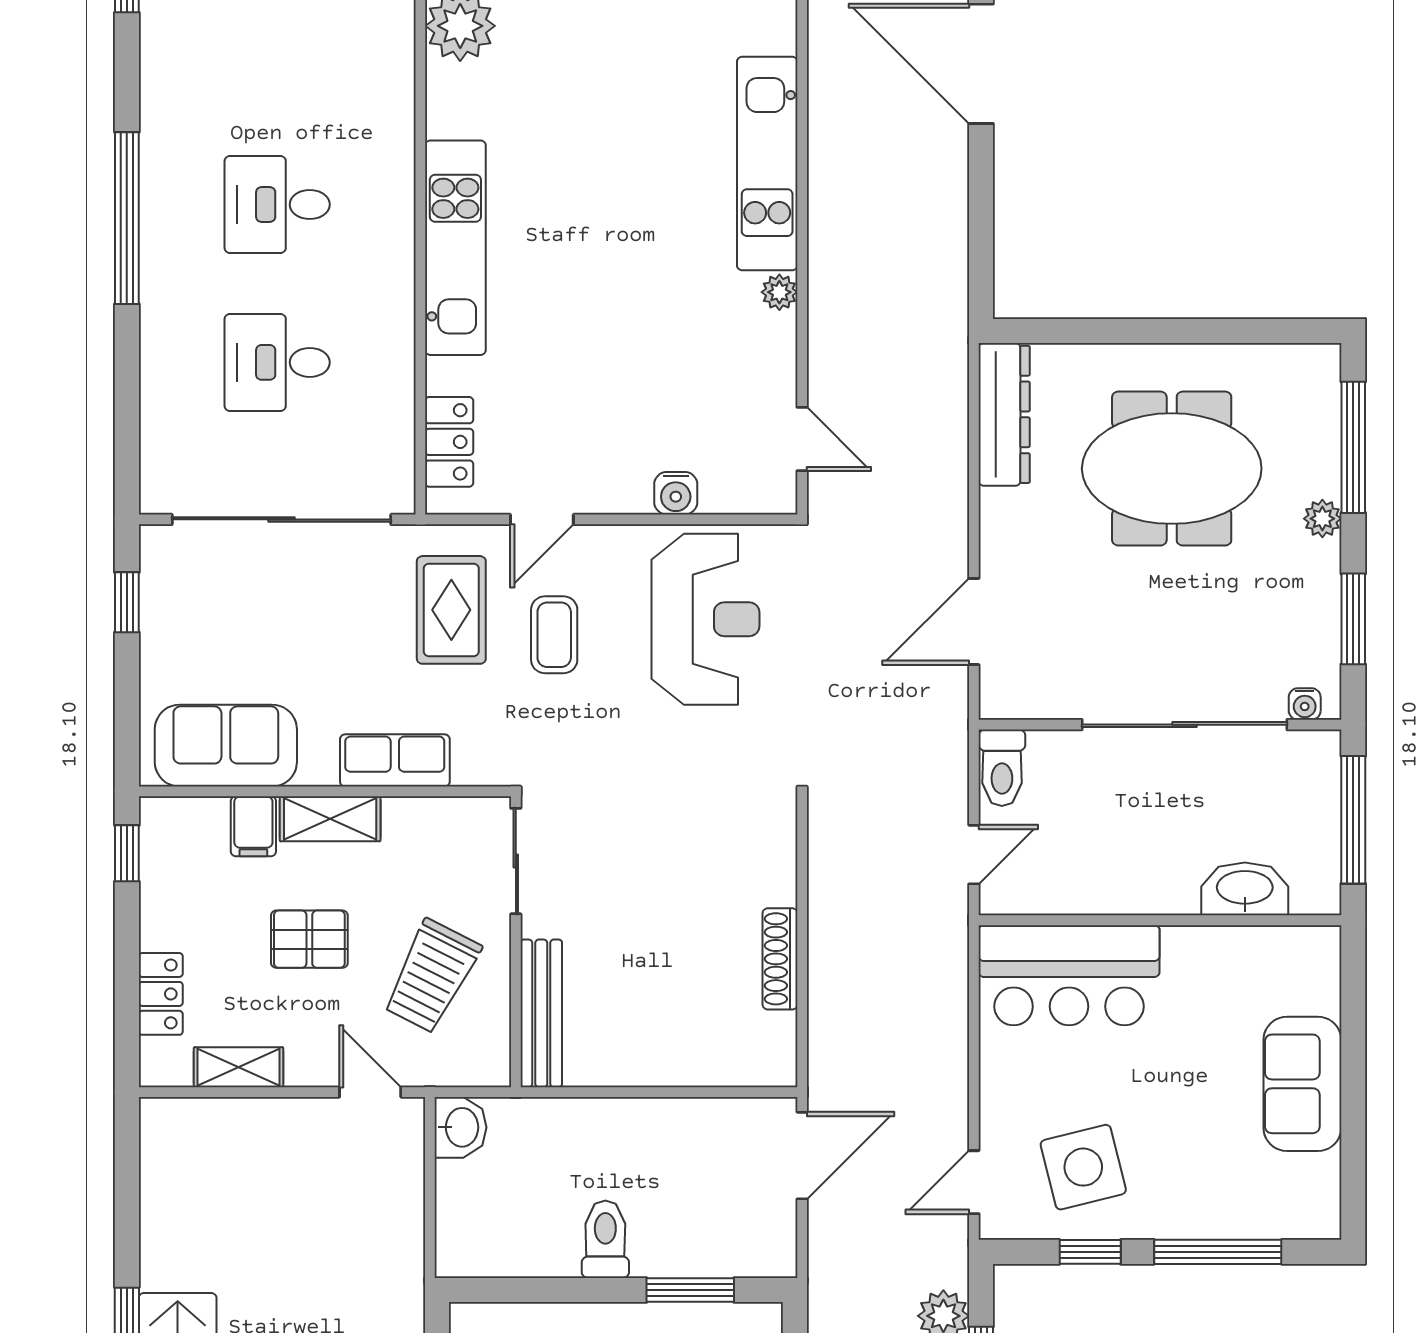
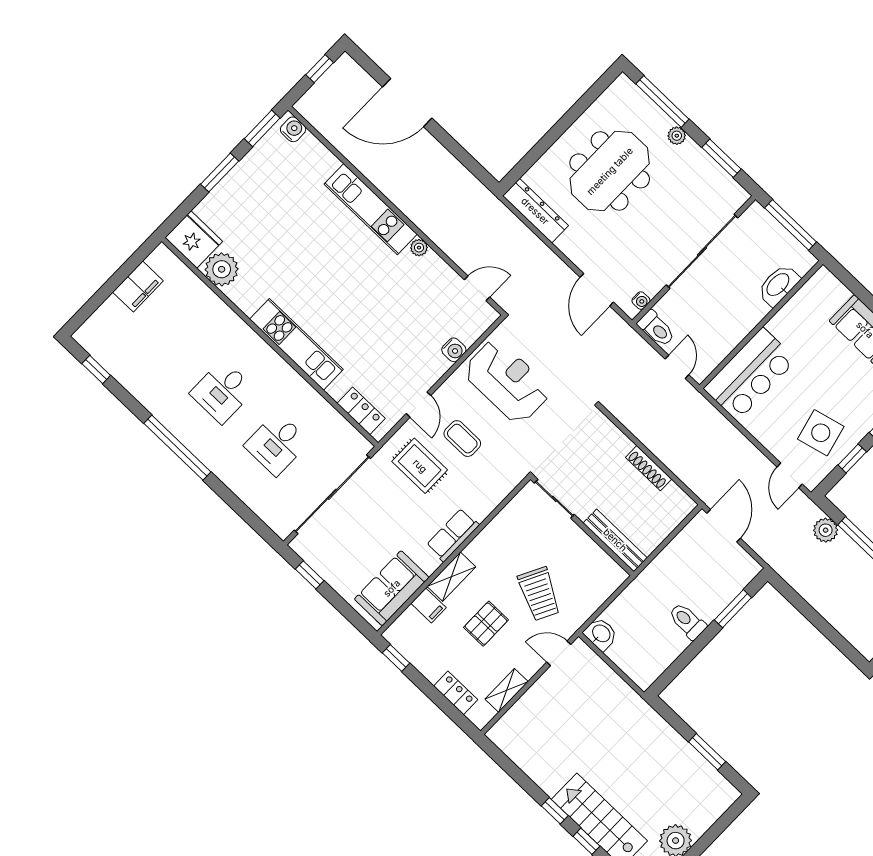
water cooler: (1305, 704) -> (641, 301), moved
sliding door: (516, 861) -> (554, 499), moved
wall: (516, 942) -> (582, 525), moved
bench: (541, 1013) -> (615, 540), moved

